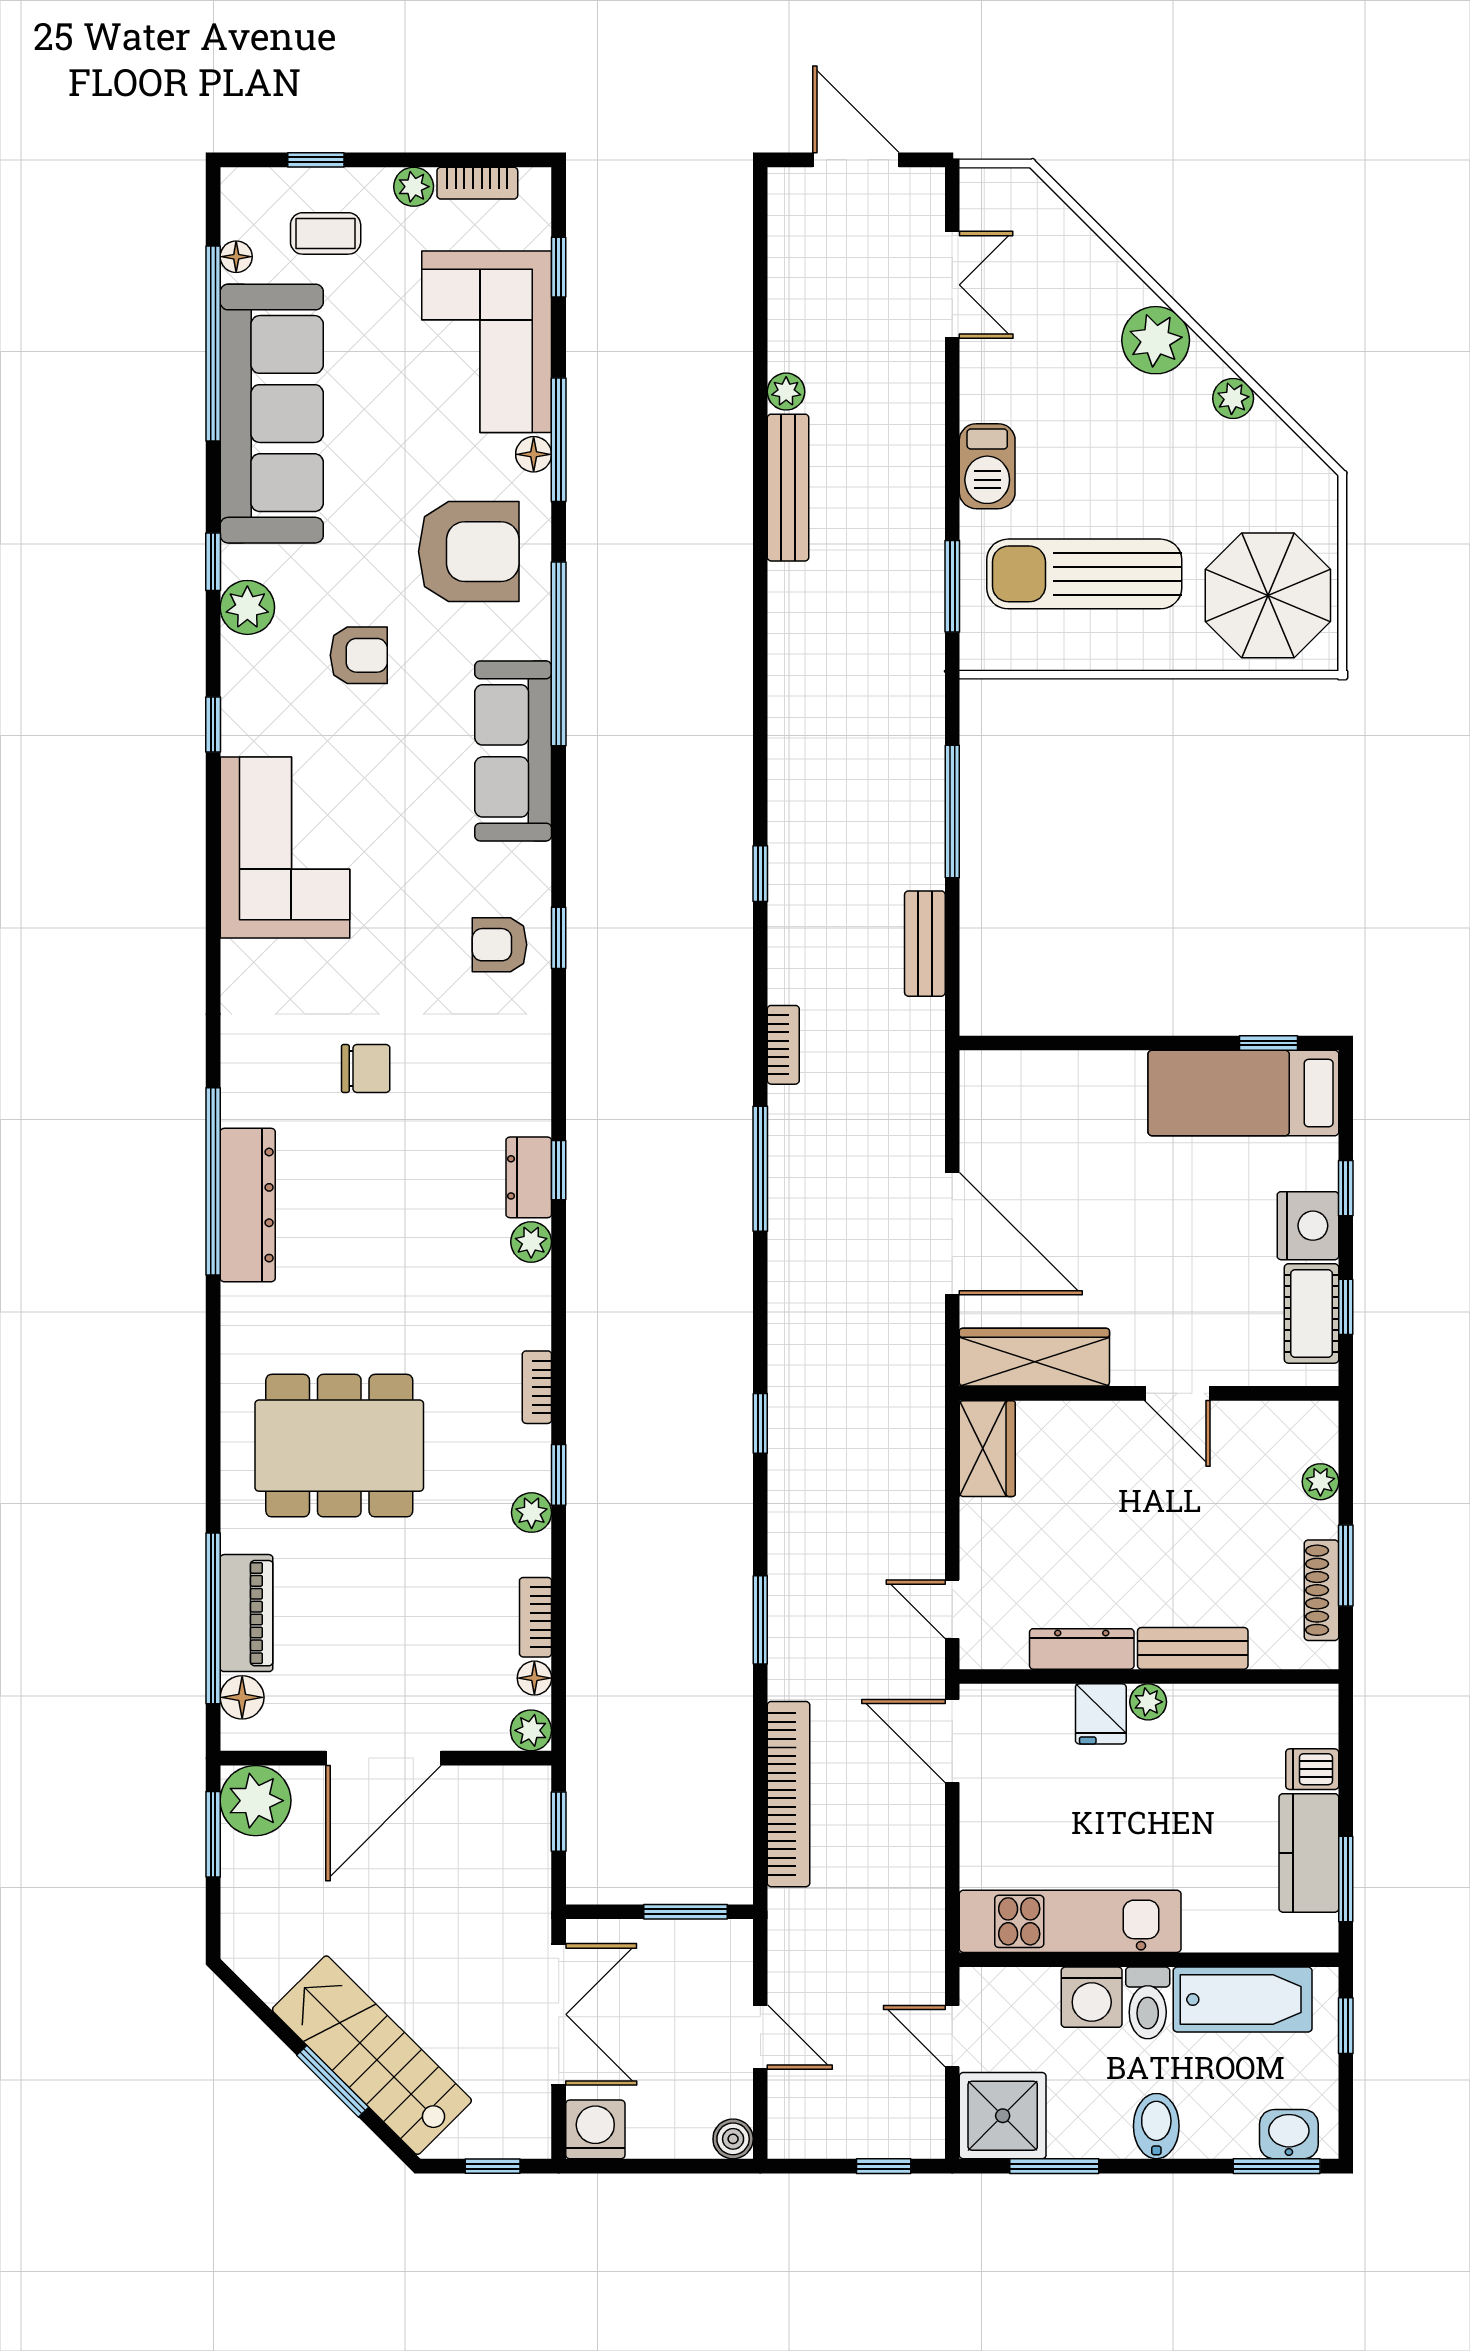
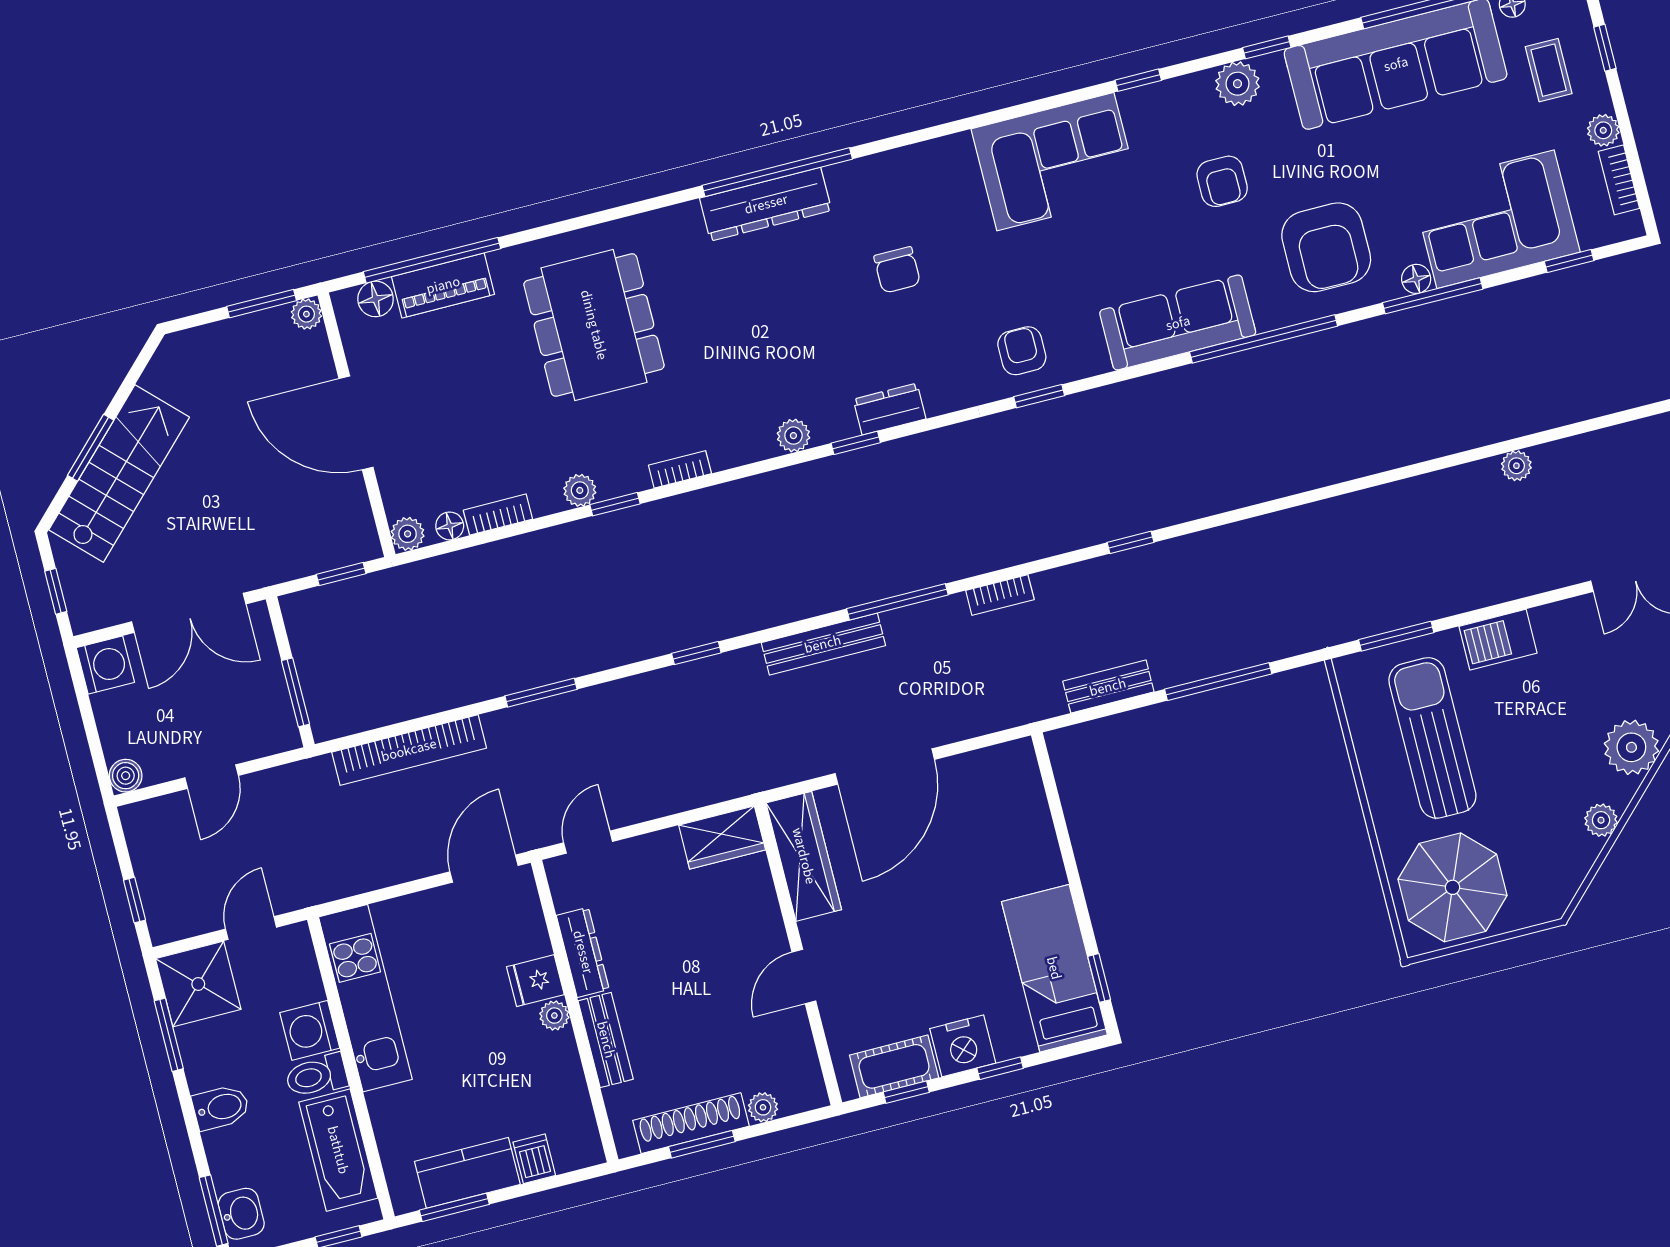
bench: (788, 488) -> (823, 644), moved
dresser: (529, 1177) -> (890, 409), moved
shoe rack: (1321, 1590) -> (691, 1123), width x1.36, depth x1.24
plant: (256, 1801) -> (306, 314), width x0.53, depth x0.53

